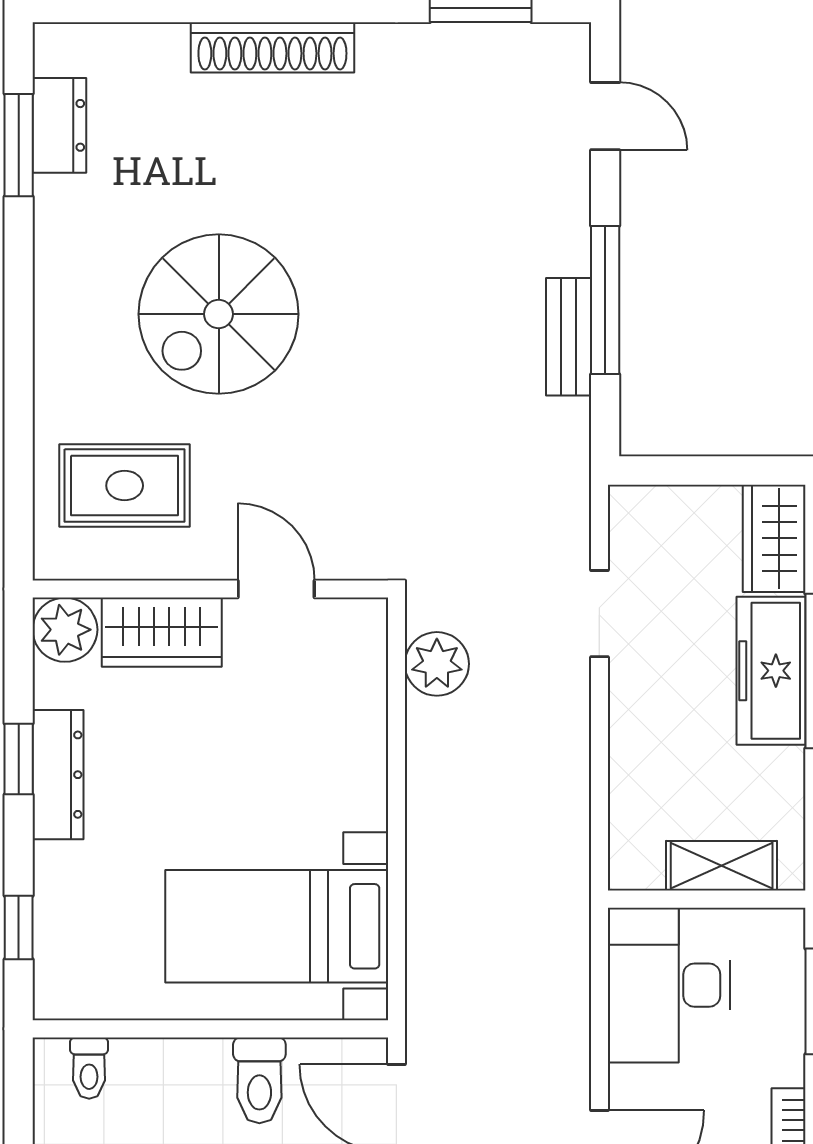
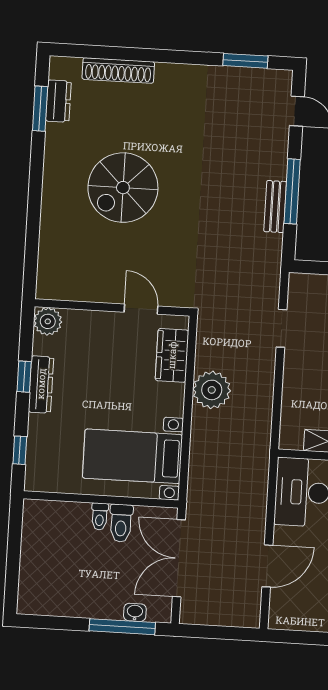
shoe rack: (272, 47) -> (118, 70), moved
rug: (125, 486) -> (77, 260), removed
wardrobe: (162, 632) -> (172, 355), moved, turned 90
plant: (437, 664) -> (212, 390), moved, width x1.36, depth x1.36
toilet: (89, 1068) -> (100, 517), moved

